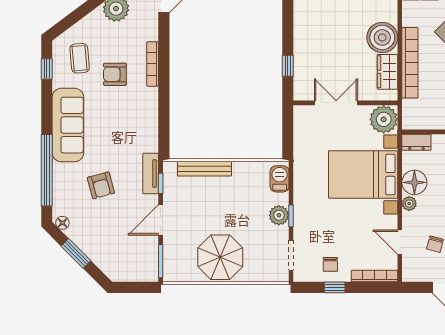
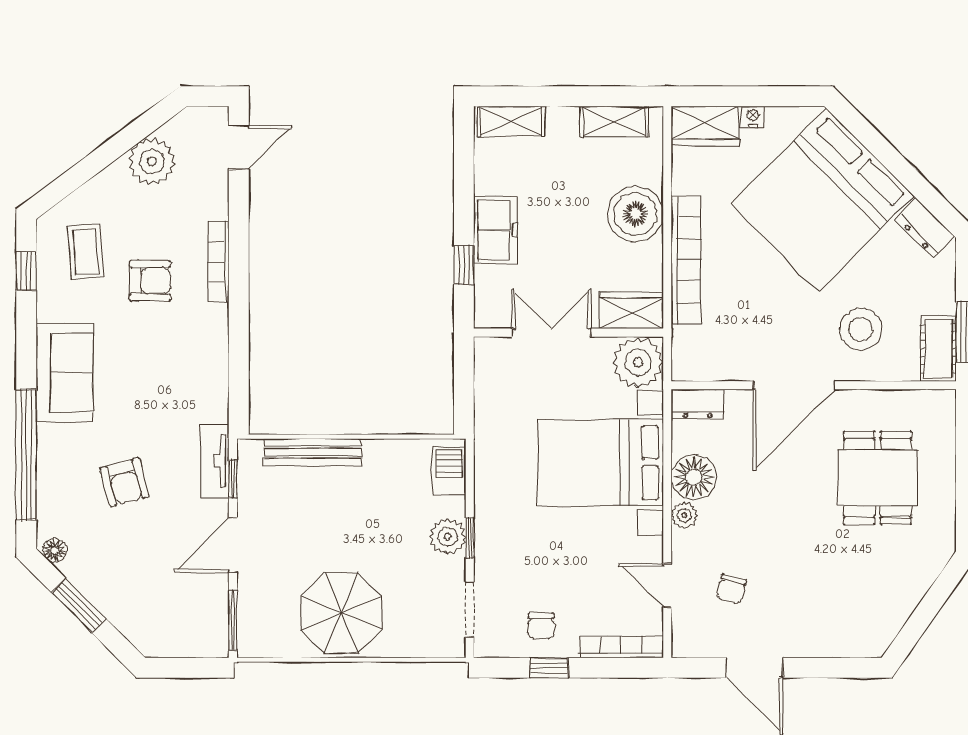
freezer: (305, 46) -> (496, 230), added
wardrobe: (387, 72) -> (632, 310), moved, turned 90
armchair: (115, 74) -> (150, 281), turned 180
sofa: (68, 125) -> (65, 373), width x0.73

